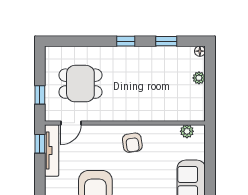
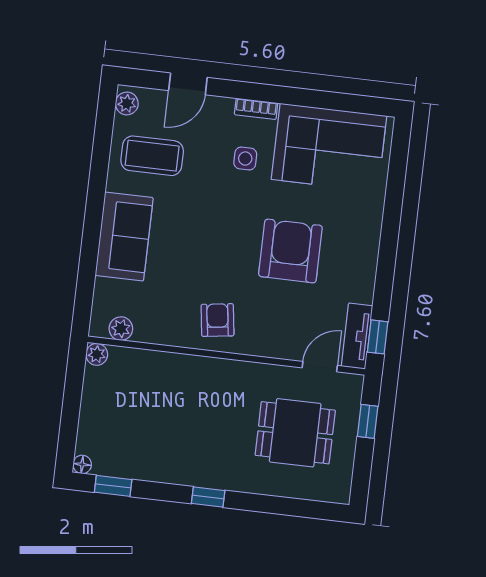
window: (166, 41) -> (113, 486), moved
plant: (199, 78) -> (97, 354), moved
tv unit: (52, 150) -> (357, 336), width x0.71

